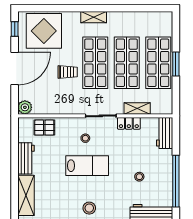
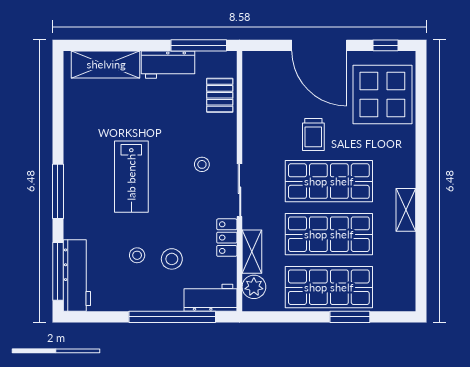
shelving: (94, 17) -> (406, 210), moved
window: (176, 64) -> (350, 317), moved
plant: (25, 107) -> (254, 287), moved
window: (15, 140) -> (199, 45), added
lab bench: (87, 166) -> (131, 177), moved
window: (176, 181) -> (172, 317), moved
stool: (89, 208) -> (172, 259), moved

